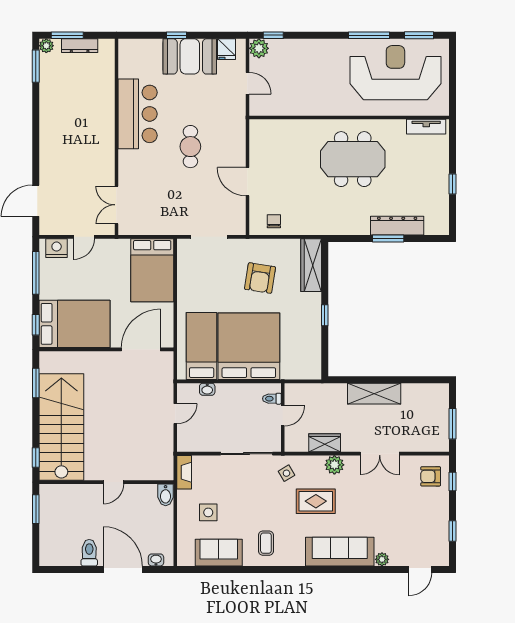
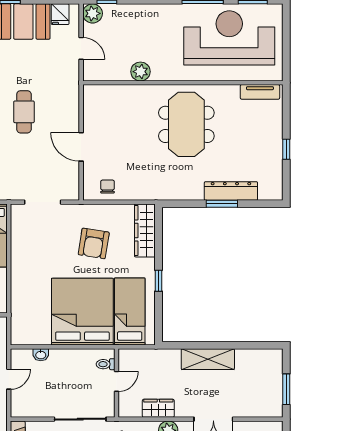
plant: (307, 106) -> (140, 72), added
meeting table: (353, 159) -> (186, 124), turned 90
bed: (202, 346) -> (130, 311), moved

